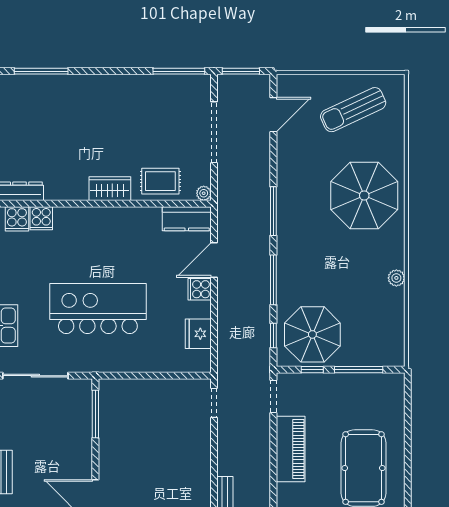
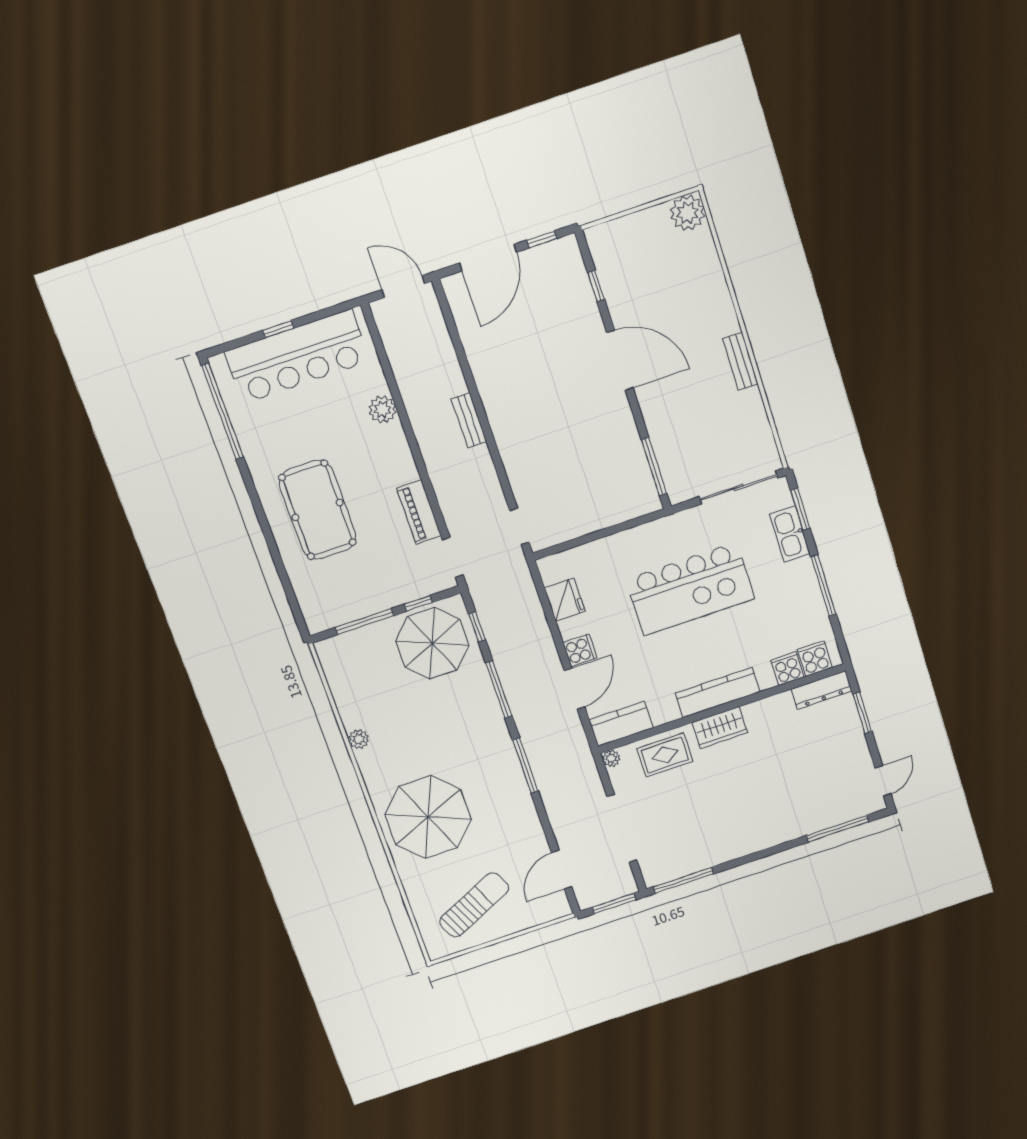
kitchen counter: (102, 218) -> (718, 693), added
piano: (291, 449) -> (419, 512), width x0.73, depth x0.75

